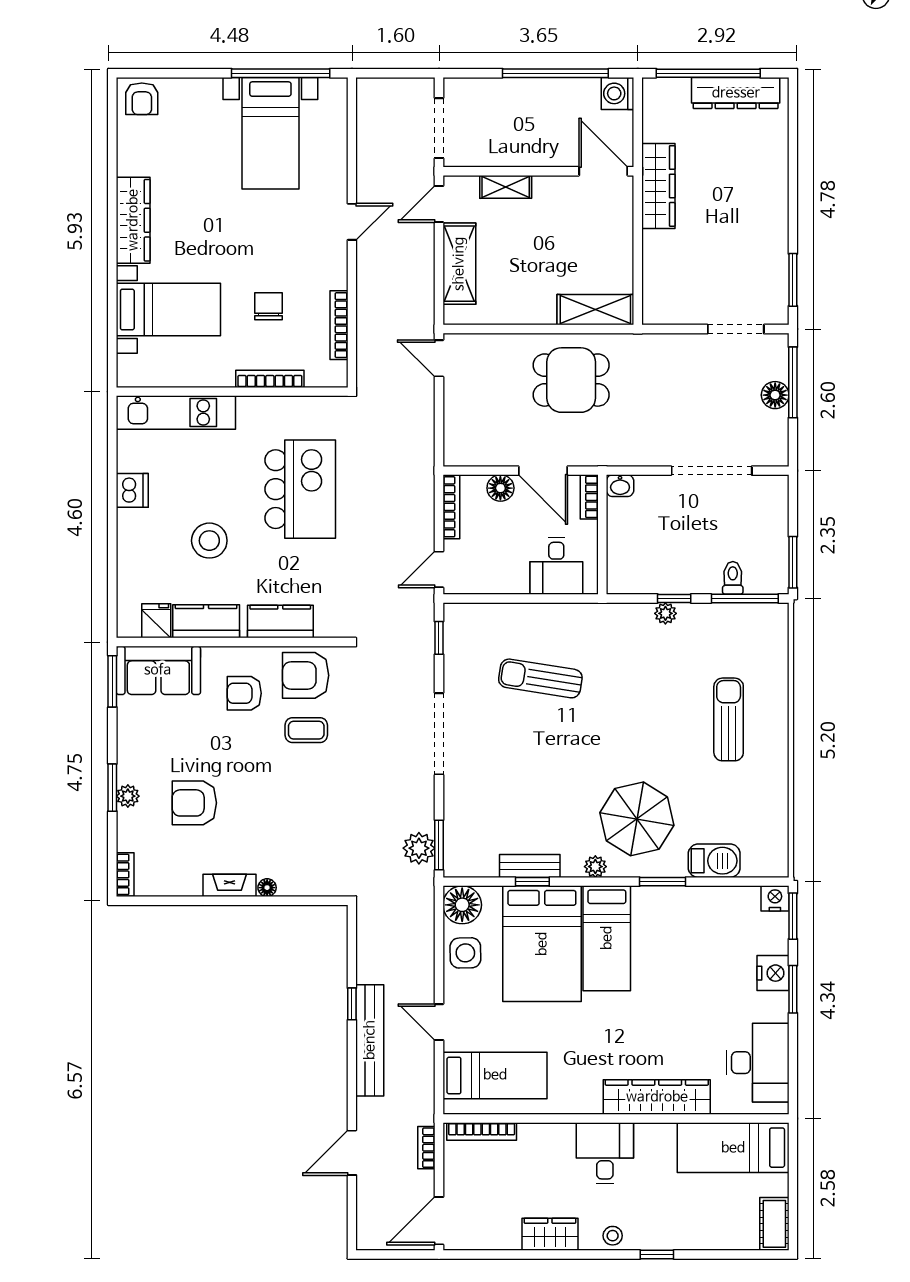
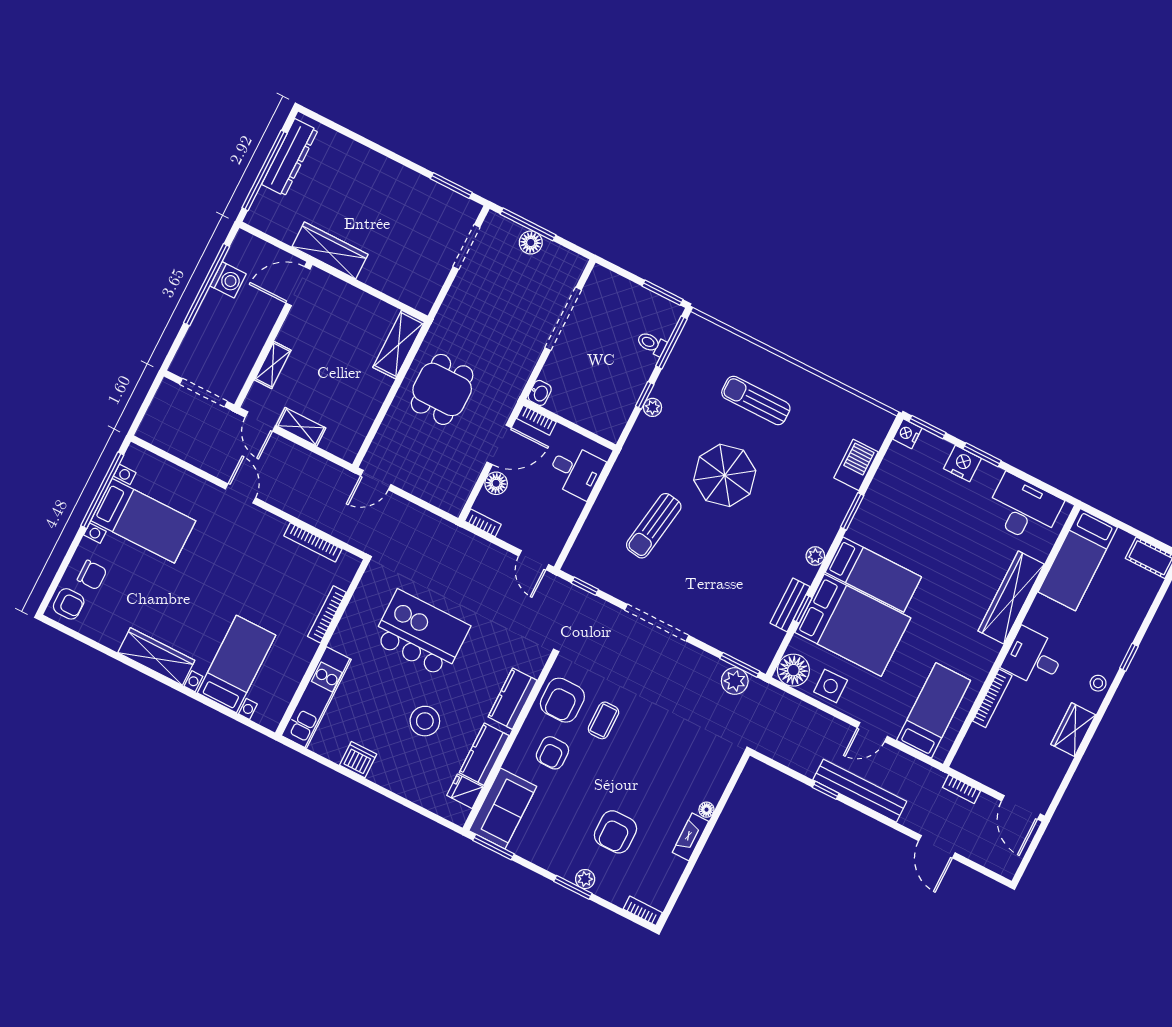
washing machine: (617, 93) -> (228, 280), moved, turned -90
shelving: (459, 264) -> (301, 427), width x0.67, depth x0.75
chair: (269, 306) -> (92, 575), moved, turned 180
bookcase: (451, 507) -> (483, 523), width x0.64
parasol: (637, 819) -> (725, 475), moved
bookcase: (482, 1131) -> (992, 698), moved

